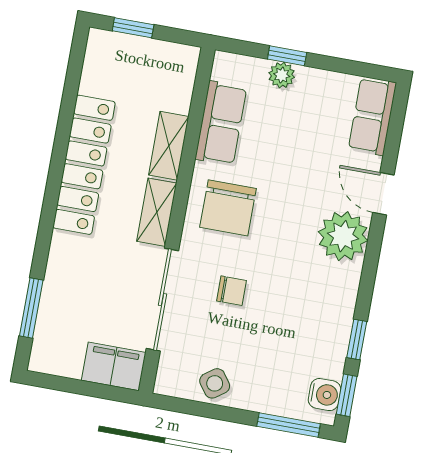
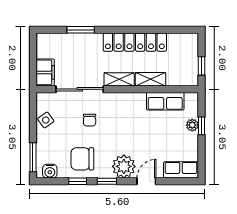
window: (133, 28) -> (202, 66), moved
chair: (228, 208) -> (82, 159), moved
window: (31, 308) -> (81, 30), moved
window: (347, 395) -> (107, 181), moved

